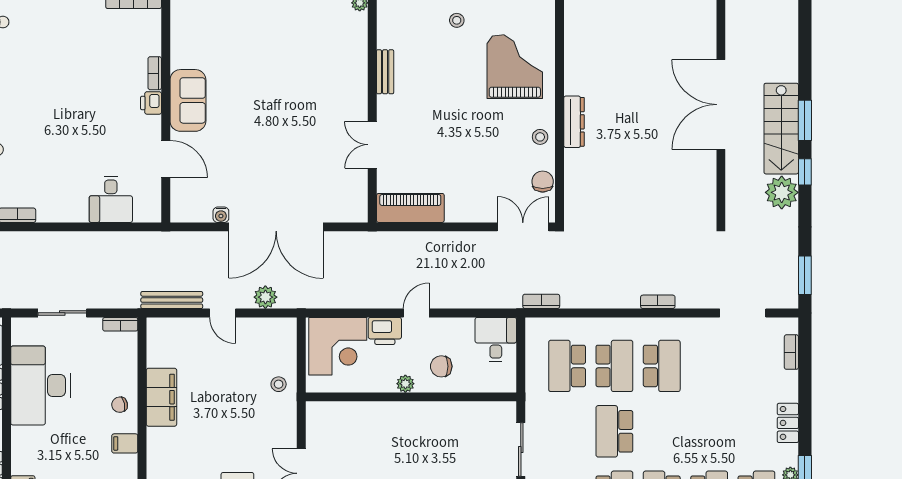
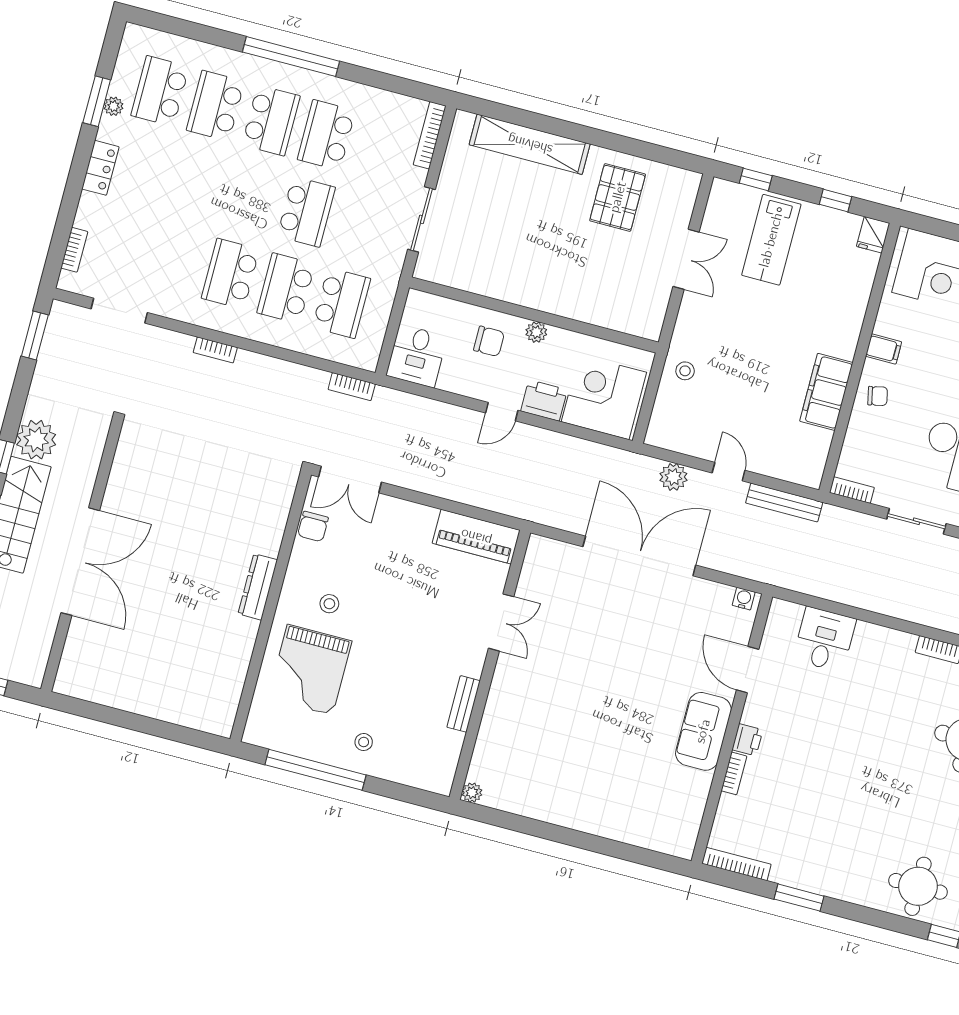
stool: (540, 137) -> (329, 604), moved
water cooler: (221, 215) -> (744, 599), moved

